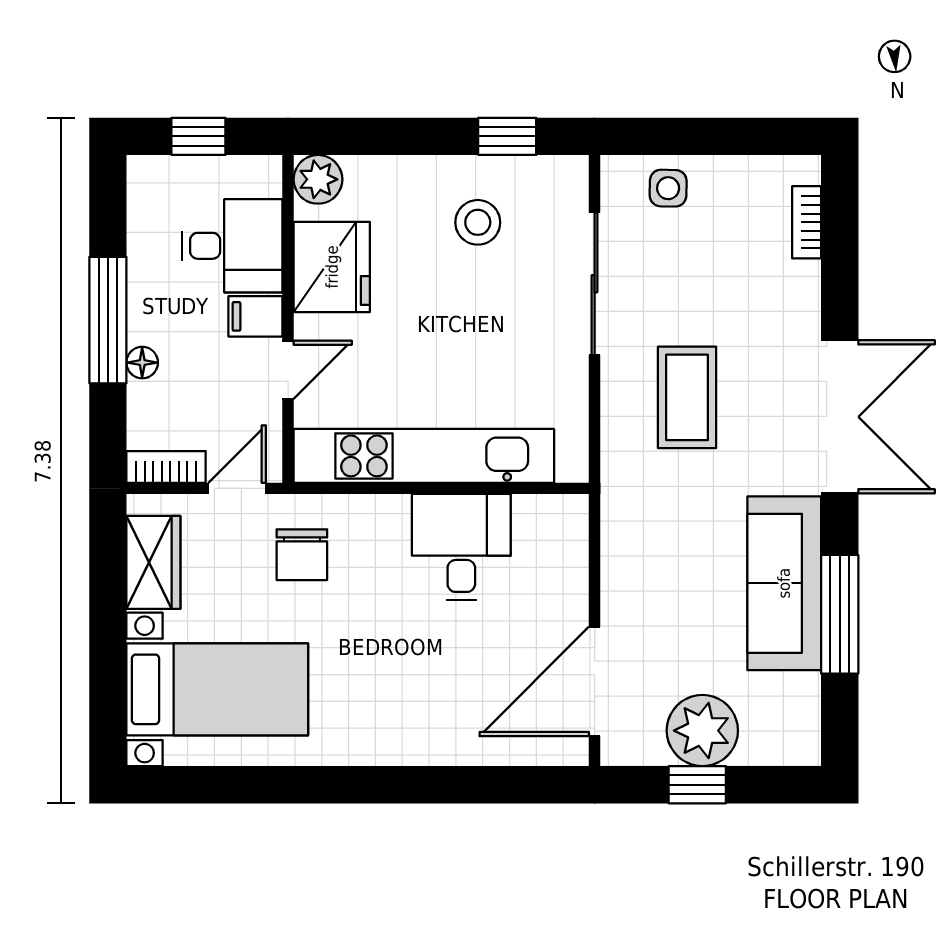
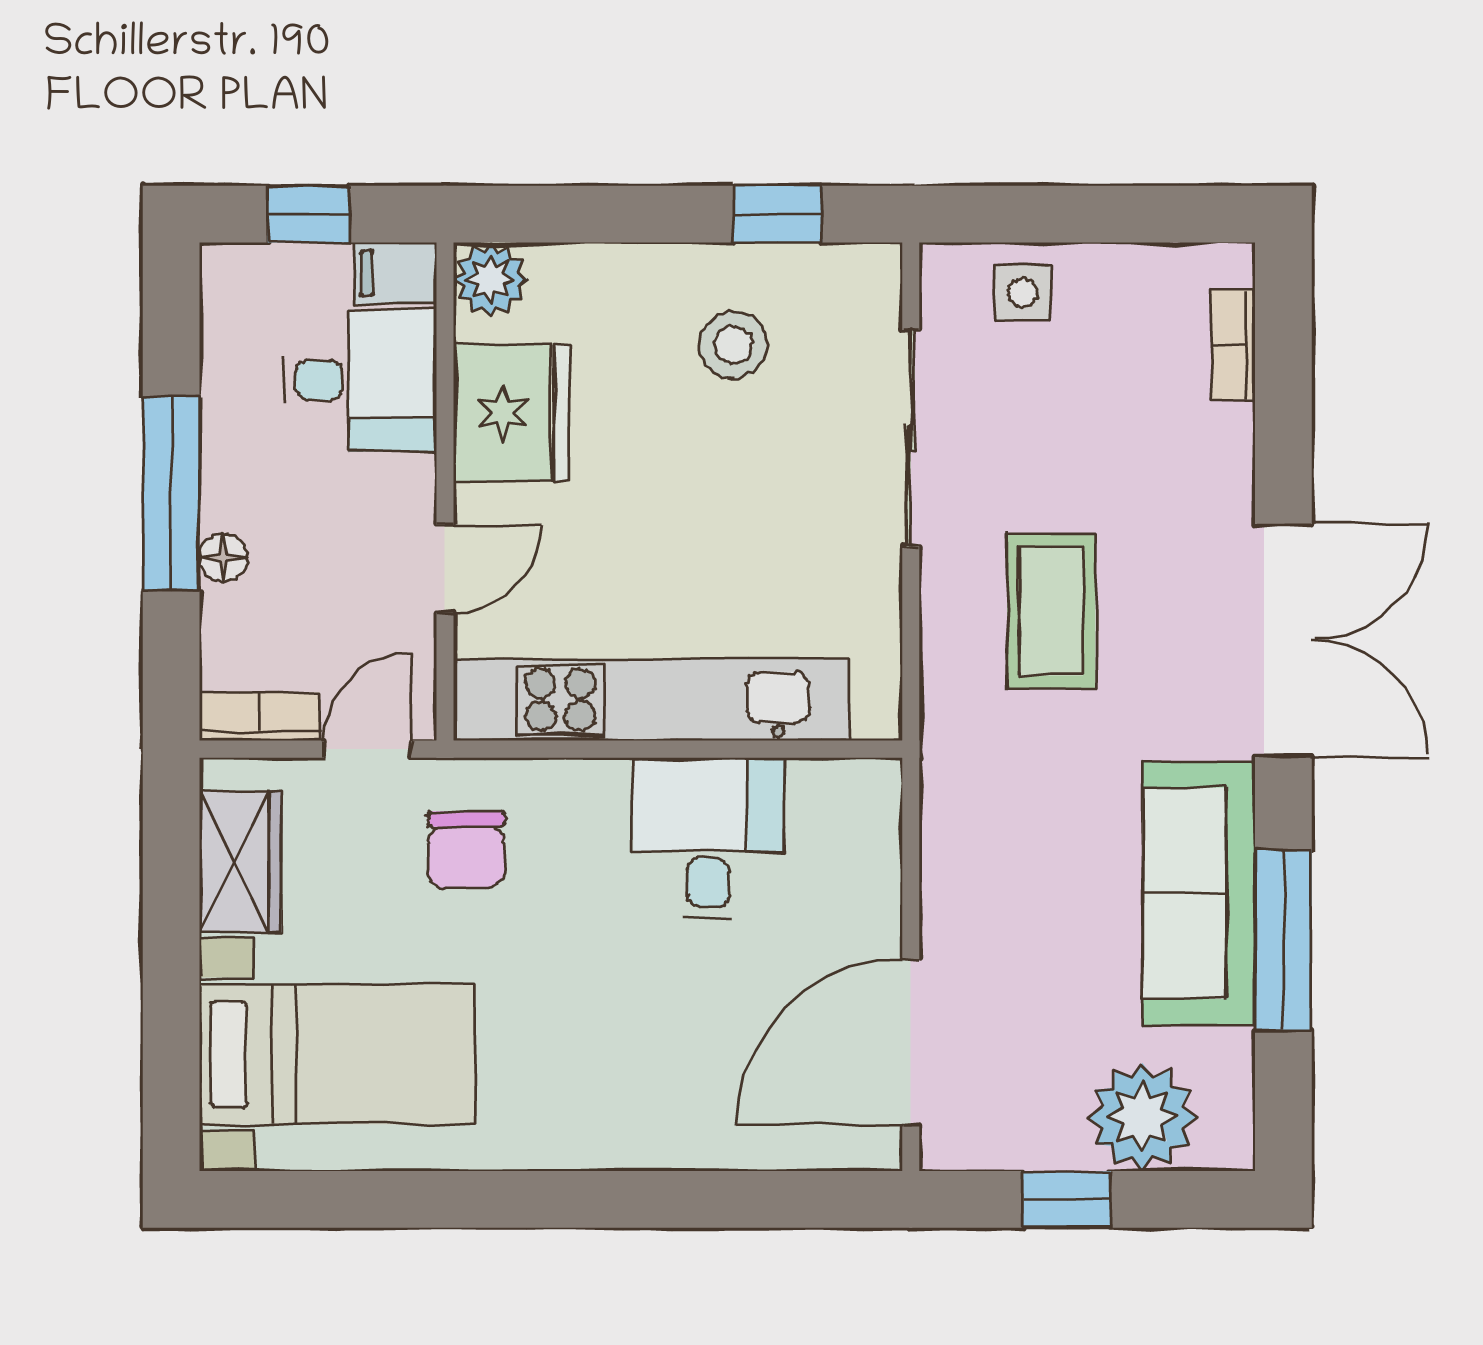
filing cabinet: (255, 316) -> (395, 273), moved
plant: (702, 731) -> (1142, 1117), moved

